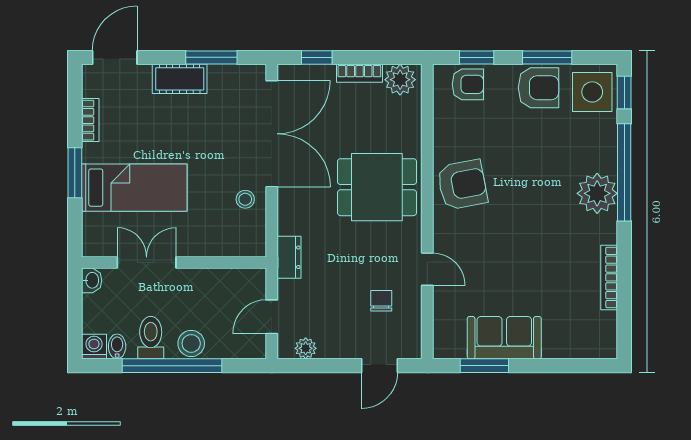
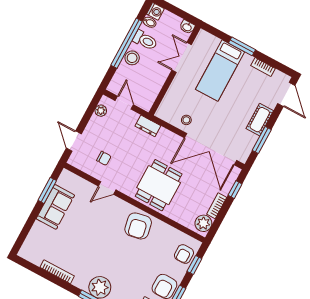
double door: (147, 262) -> (182, 57), swing flipped

